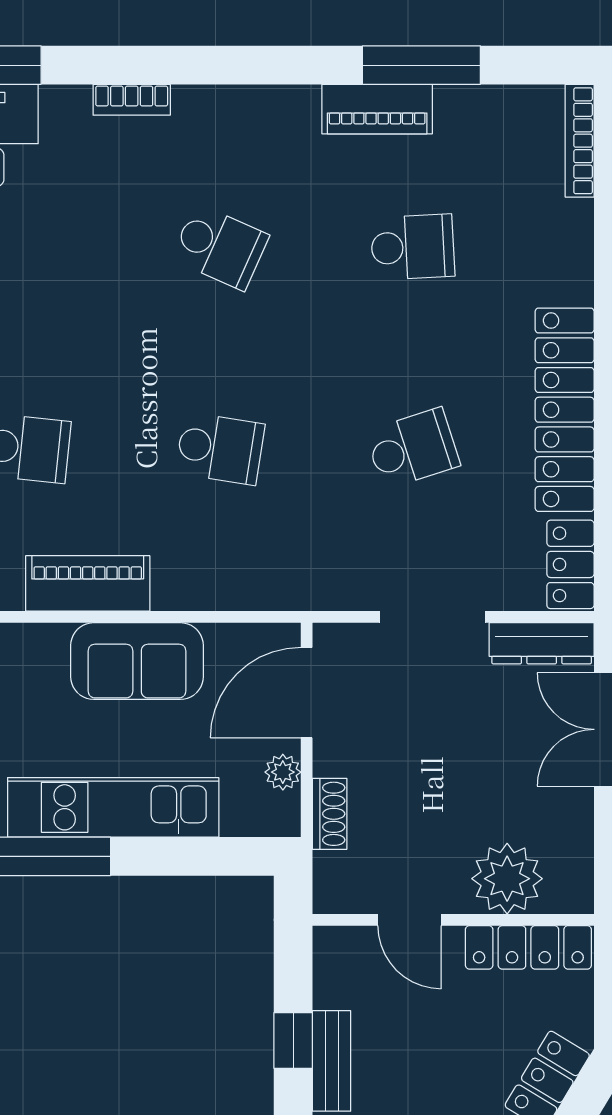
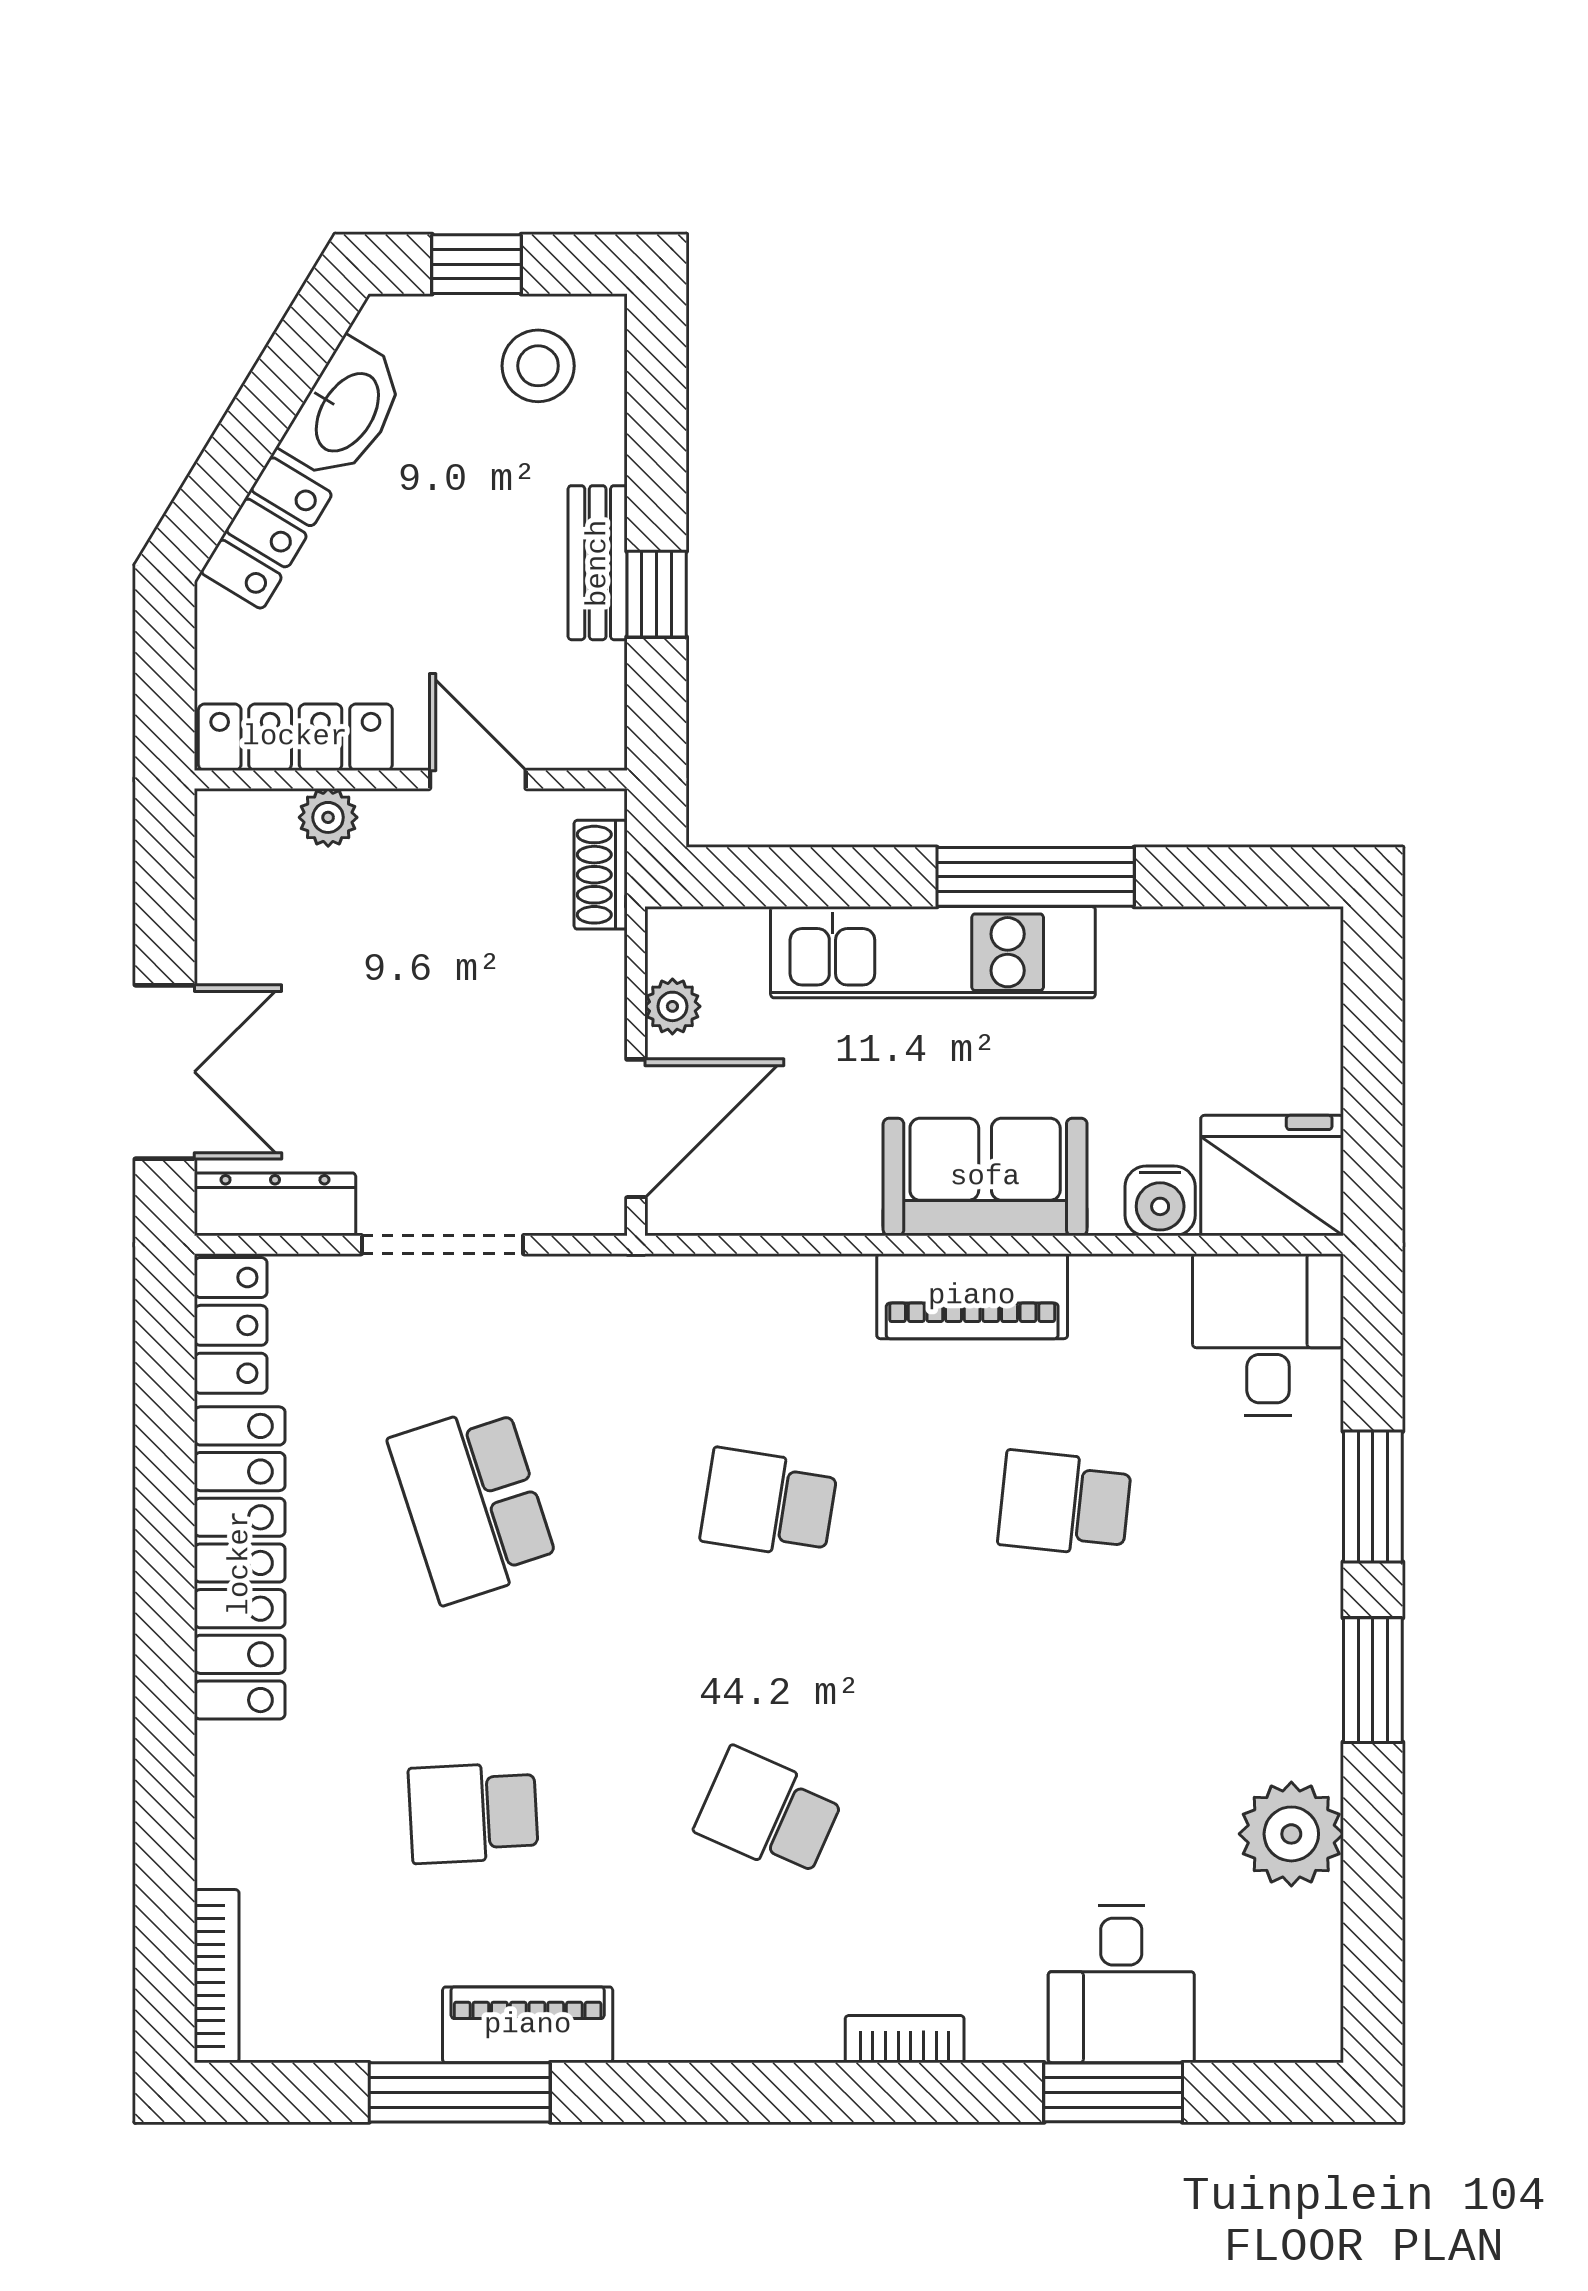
school desk: (413, 449) -> (473, 1503), width x1.85
sofa: (137, 661) -> (985, 1177), moved
shoe rack: (330, 814) -> (601, 875), moved
plant: (507, 879) -> (328, 817), width x0.53, depth x0.53

